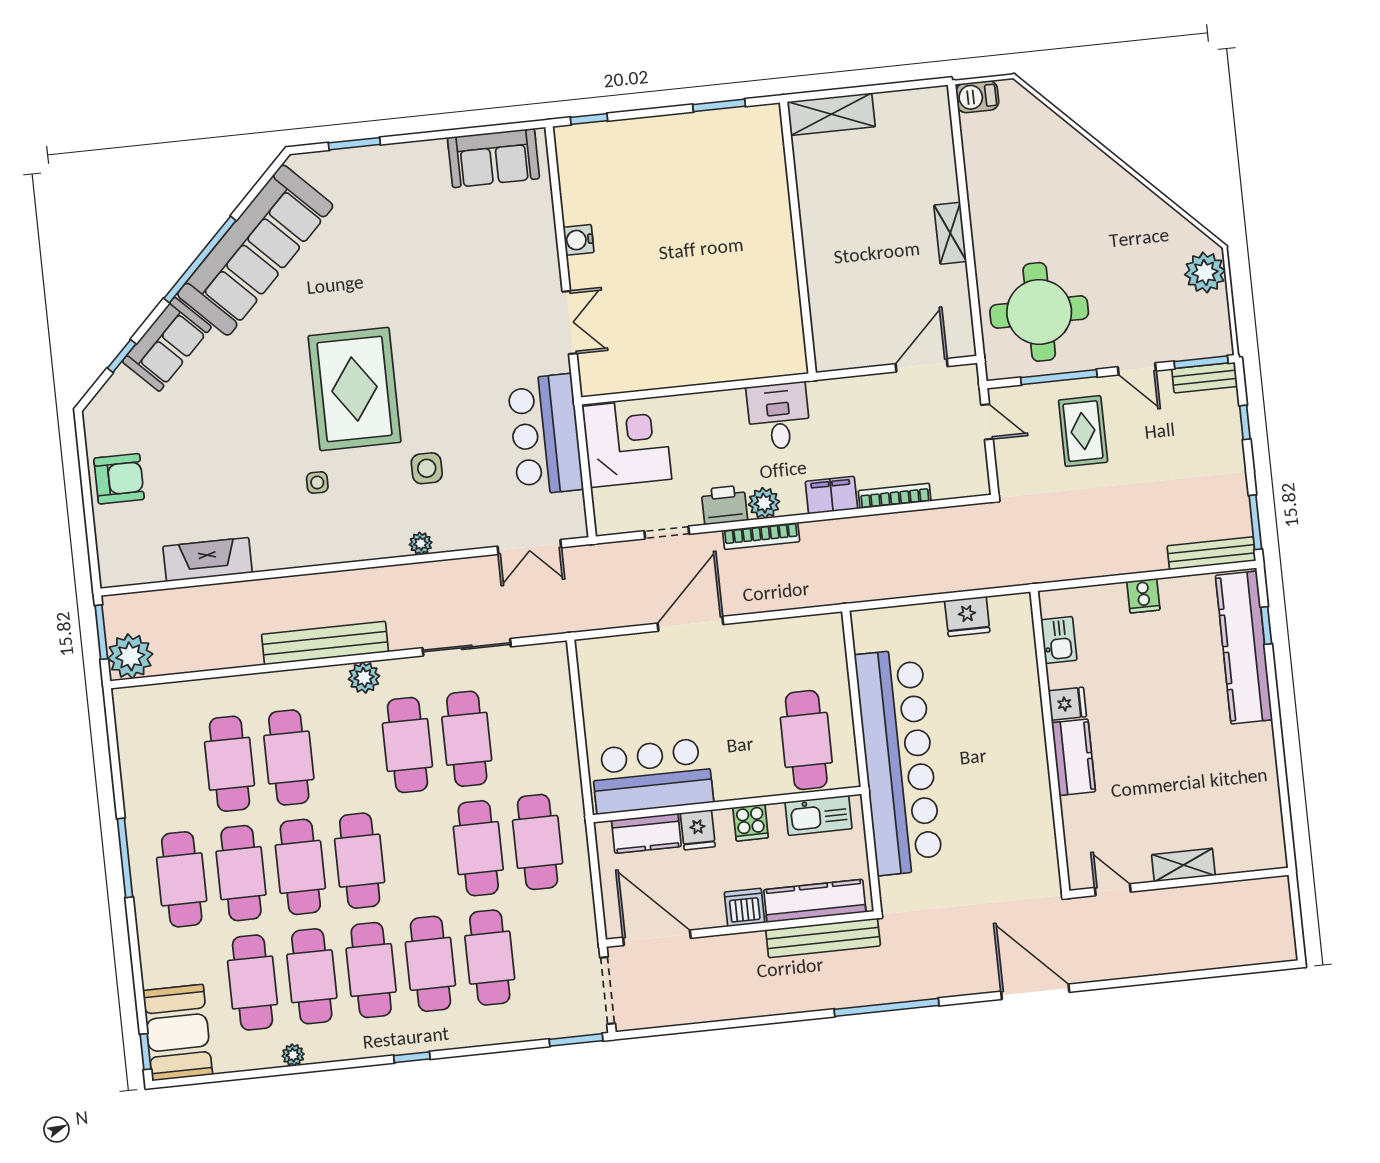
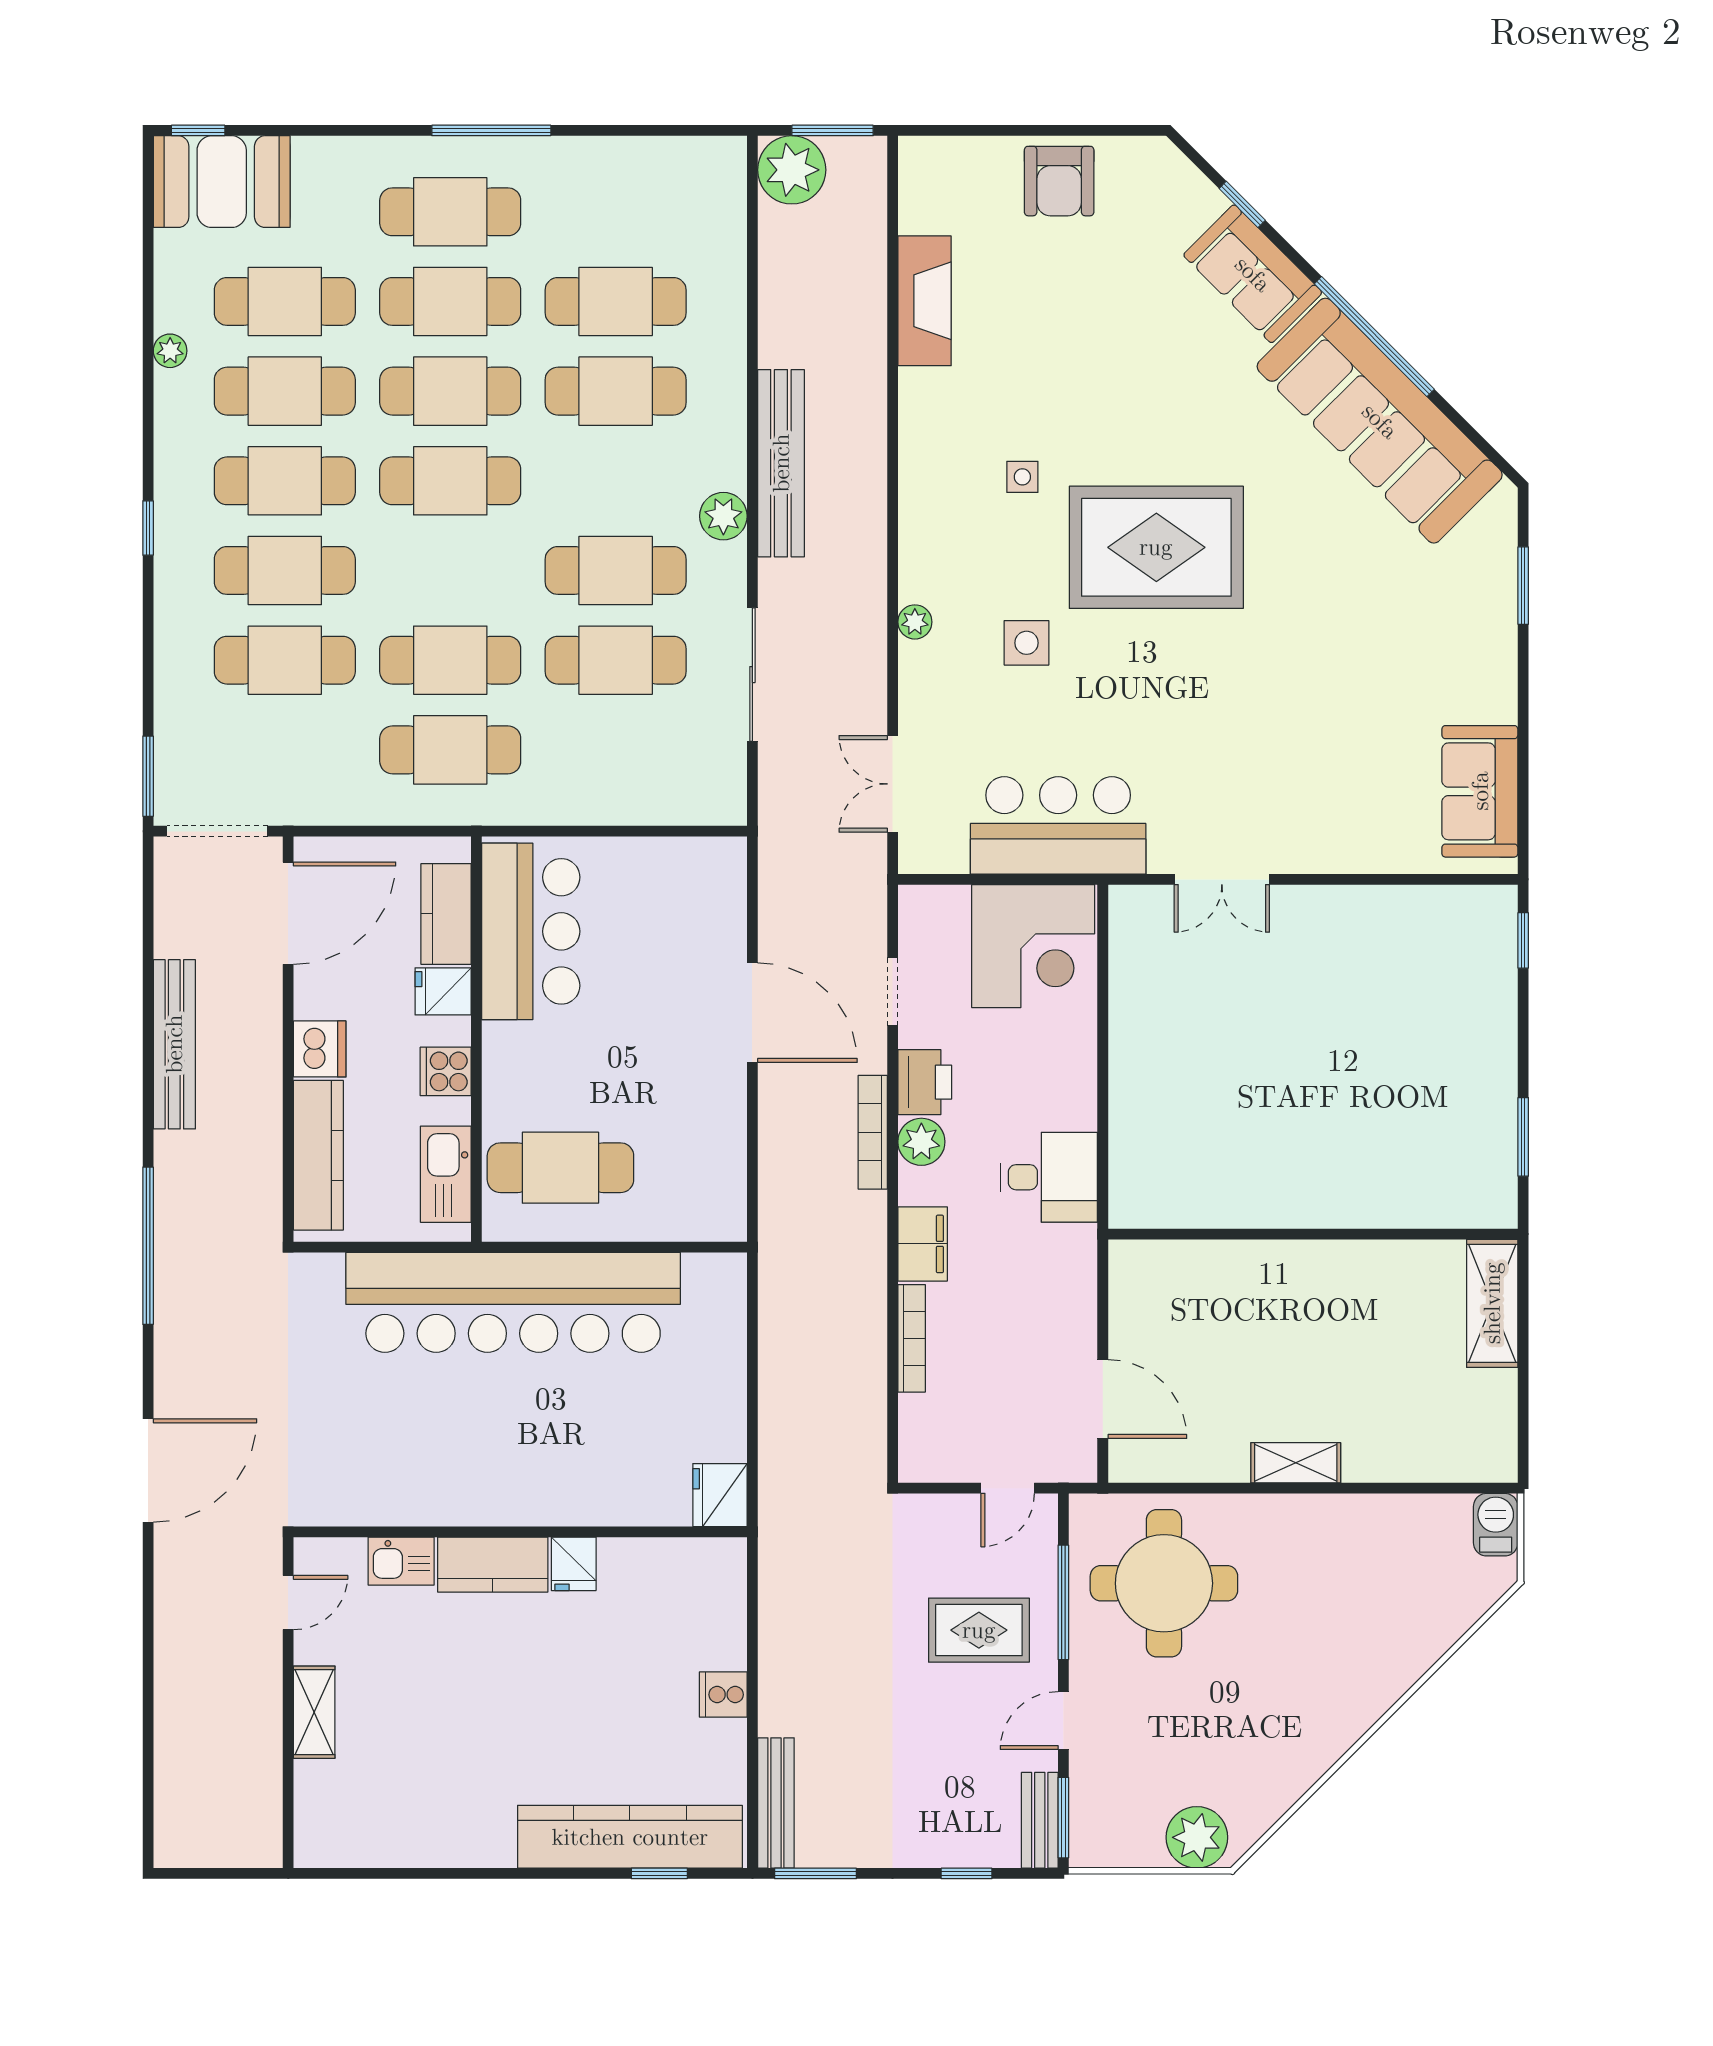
water cooler: (579, 240) -> (1344, 906), removed
fridge: (967, 616) -> (720, 1495), moved
kitchen sink: (1059, 640) -> (401, 1561), moved
bench: (823, 938) -> (174, 1044), moved

